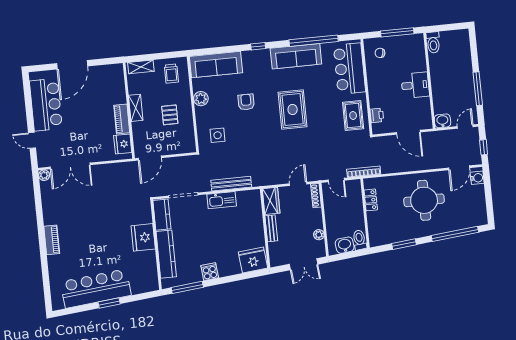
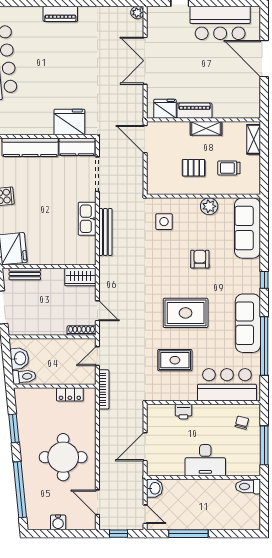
trolley: (171, 73) -> (229, 168), moved
desk: (415, 85) -> (205, 460), width x1.37
armchair: (246, 102) -> (200, 259), turned -90
rug: (353, 115) -> (175, 360), moved
printer: (377, 115) -> (183, 412), moved
double door: (70, 166) -> (145, 61), moved
water cooler: (477, 178) -> (58, 522), moved
bench: (271, 228) -> (25, 274), moved
plant: (319, 235) -> (35, 329), removed
fridge: (143, 237) -> (69, 122), moved

